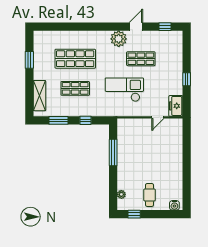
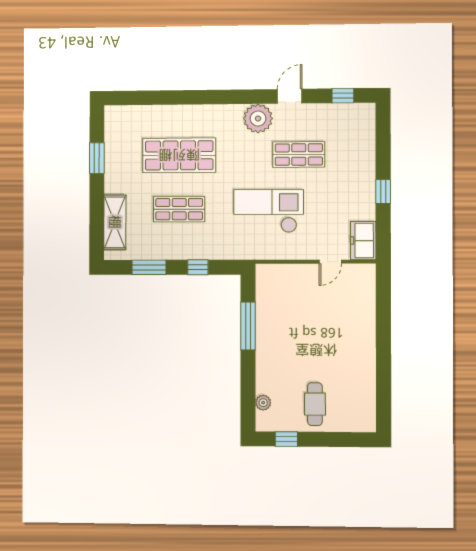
water cooler: (174, 205) -> (361, 423), removed

